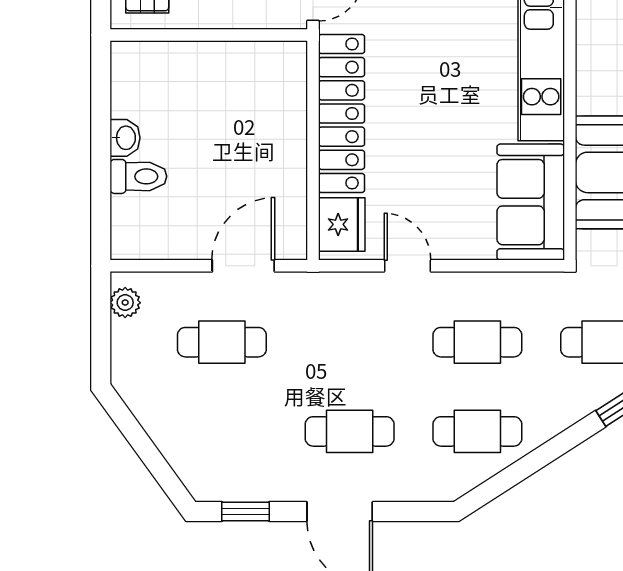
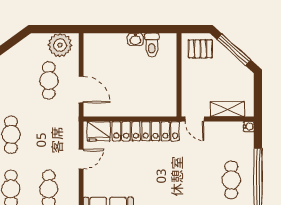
toilet: (138, 176) -> (152, 45), moved
plant: (125, 303) -> (60, 45), width x1.88, depth x1.88

